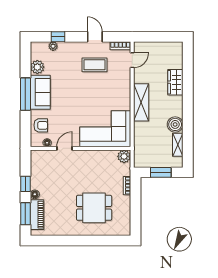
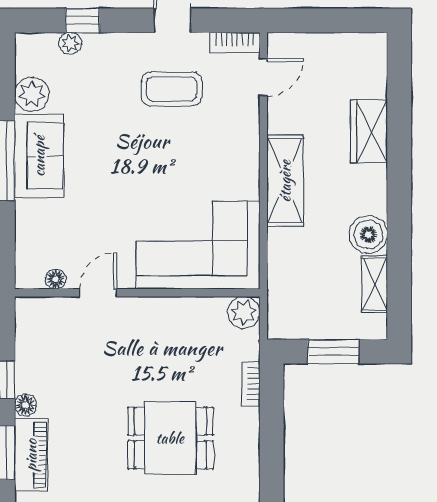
armchair: (41, 125) -> (40, 237), removed

